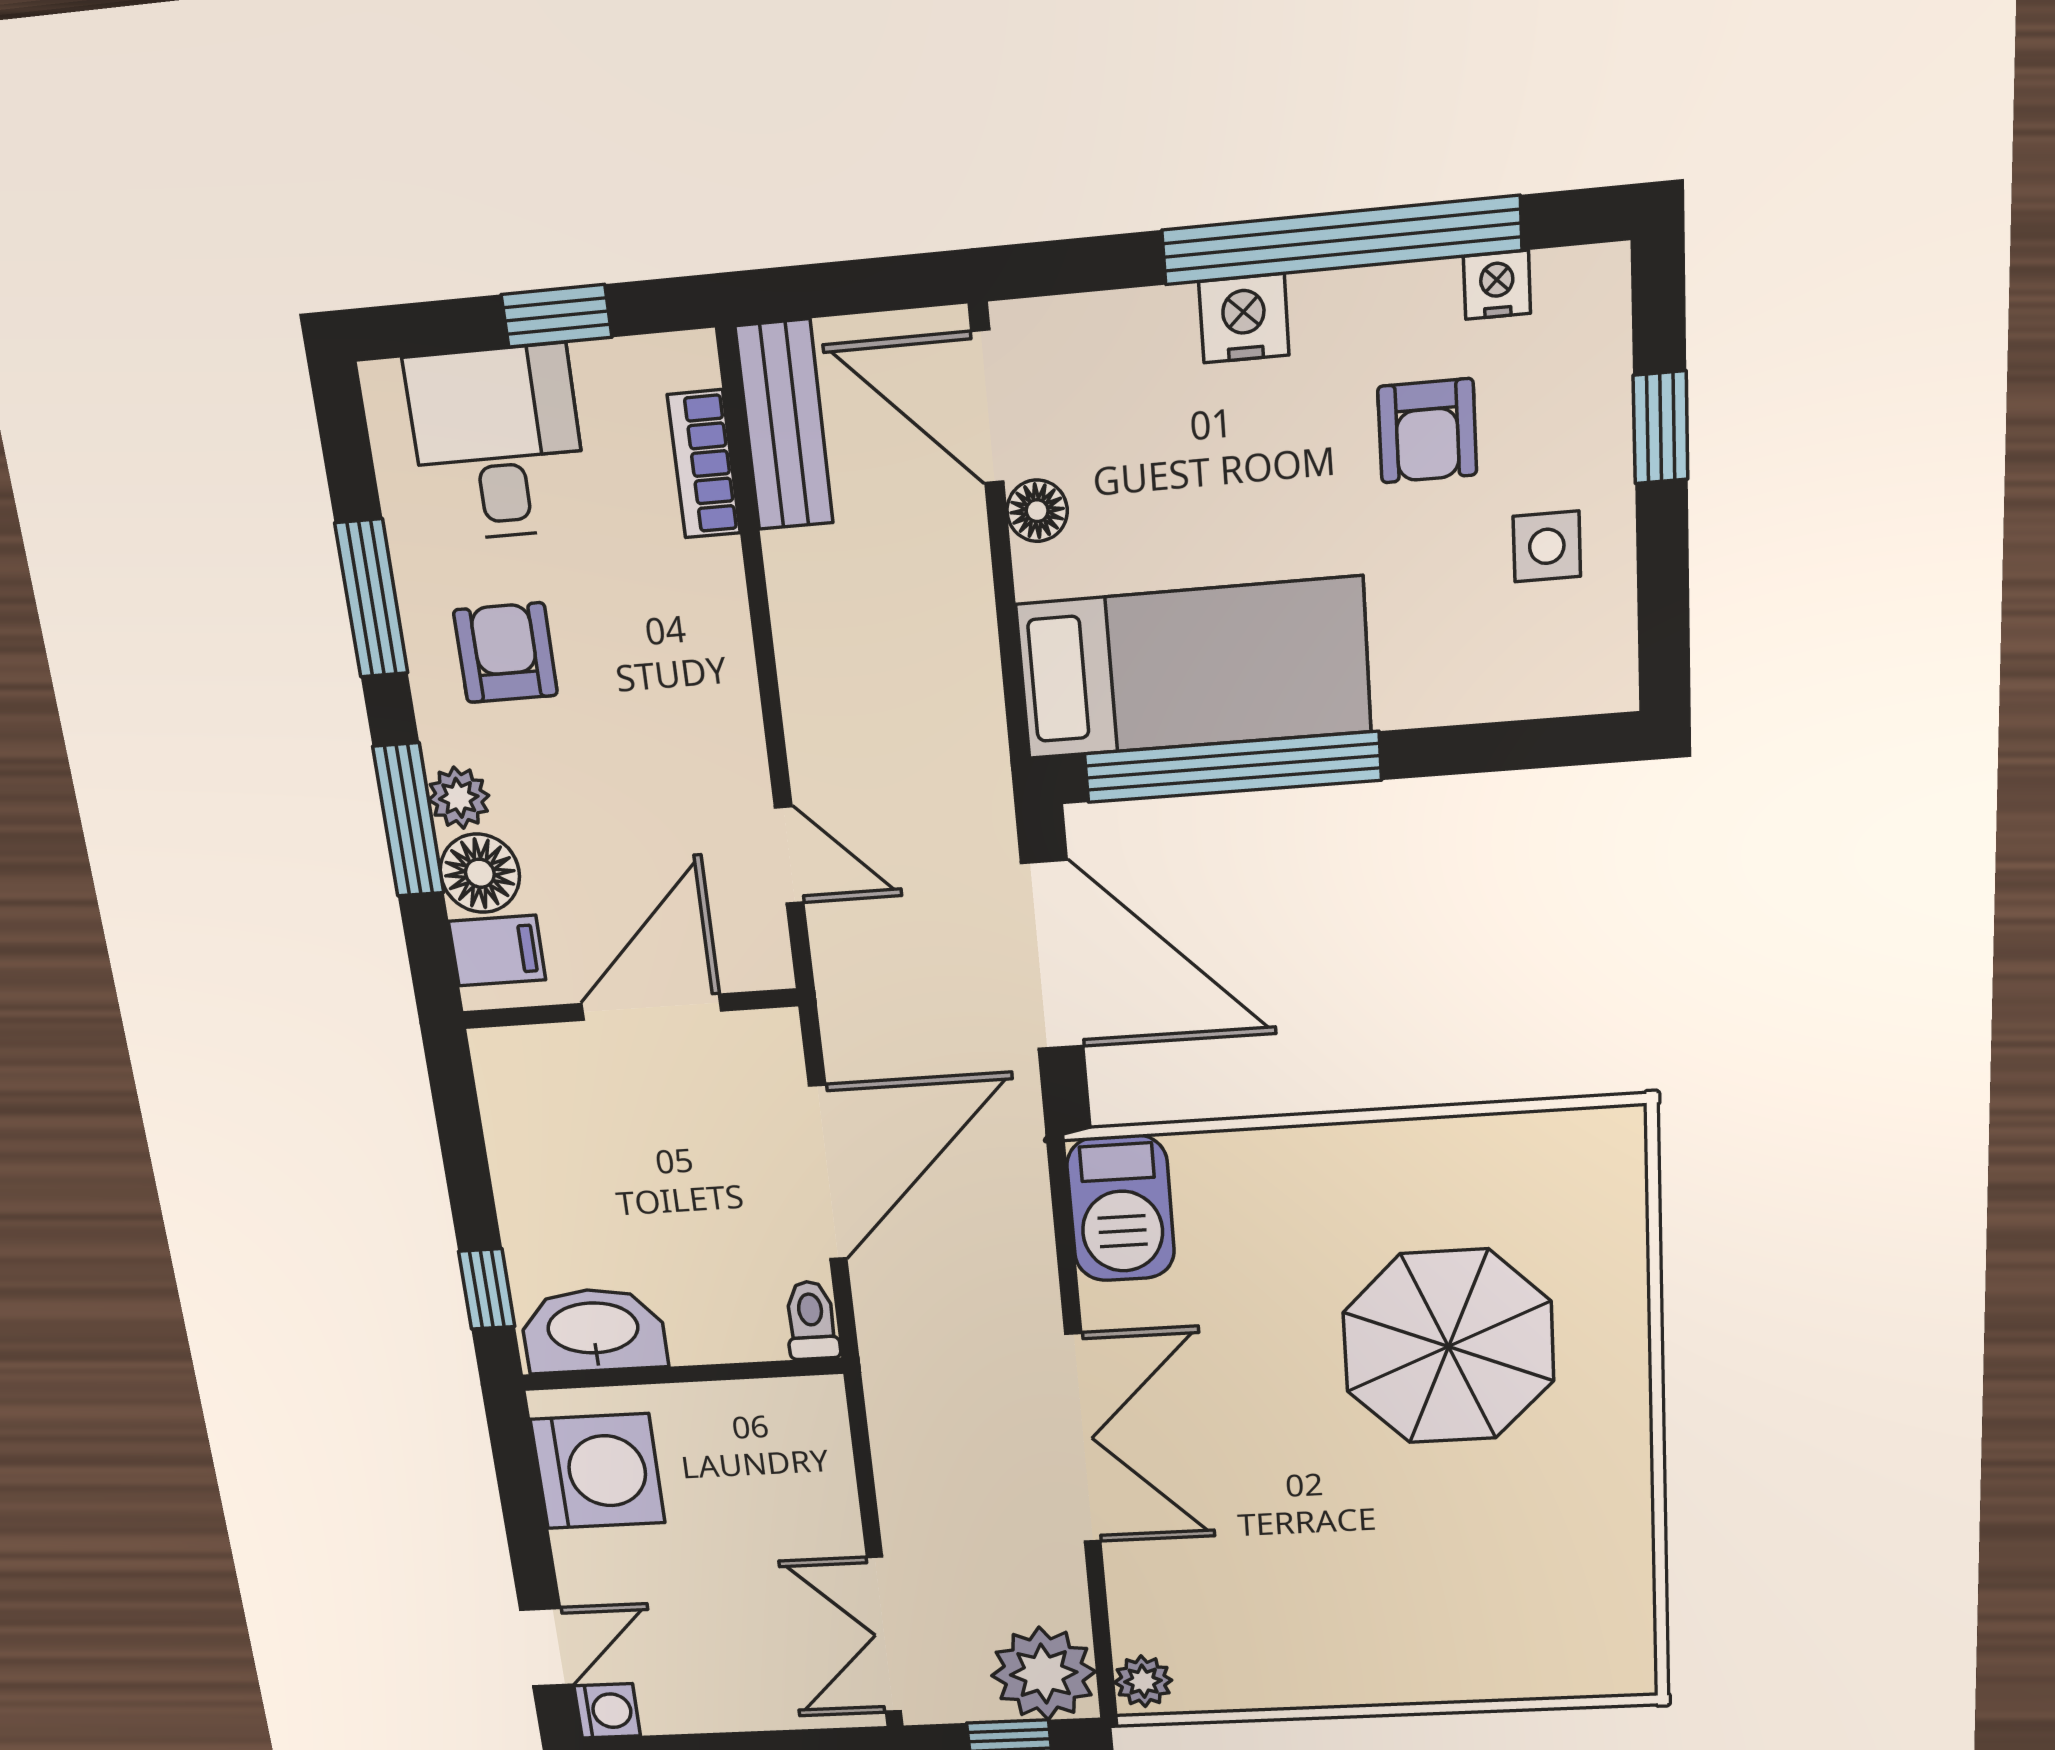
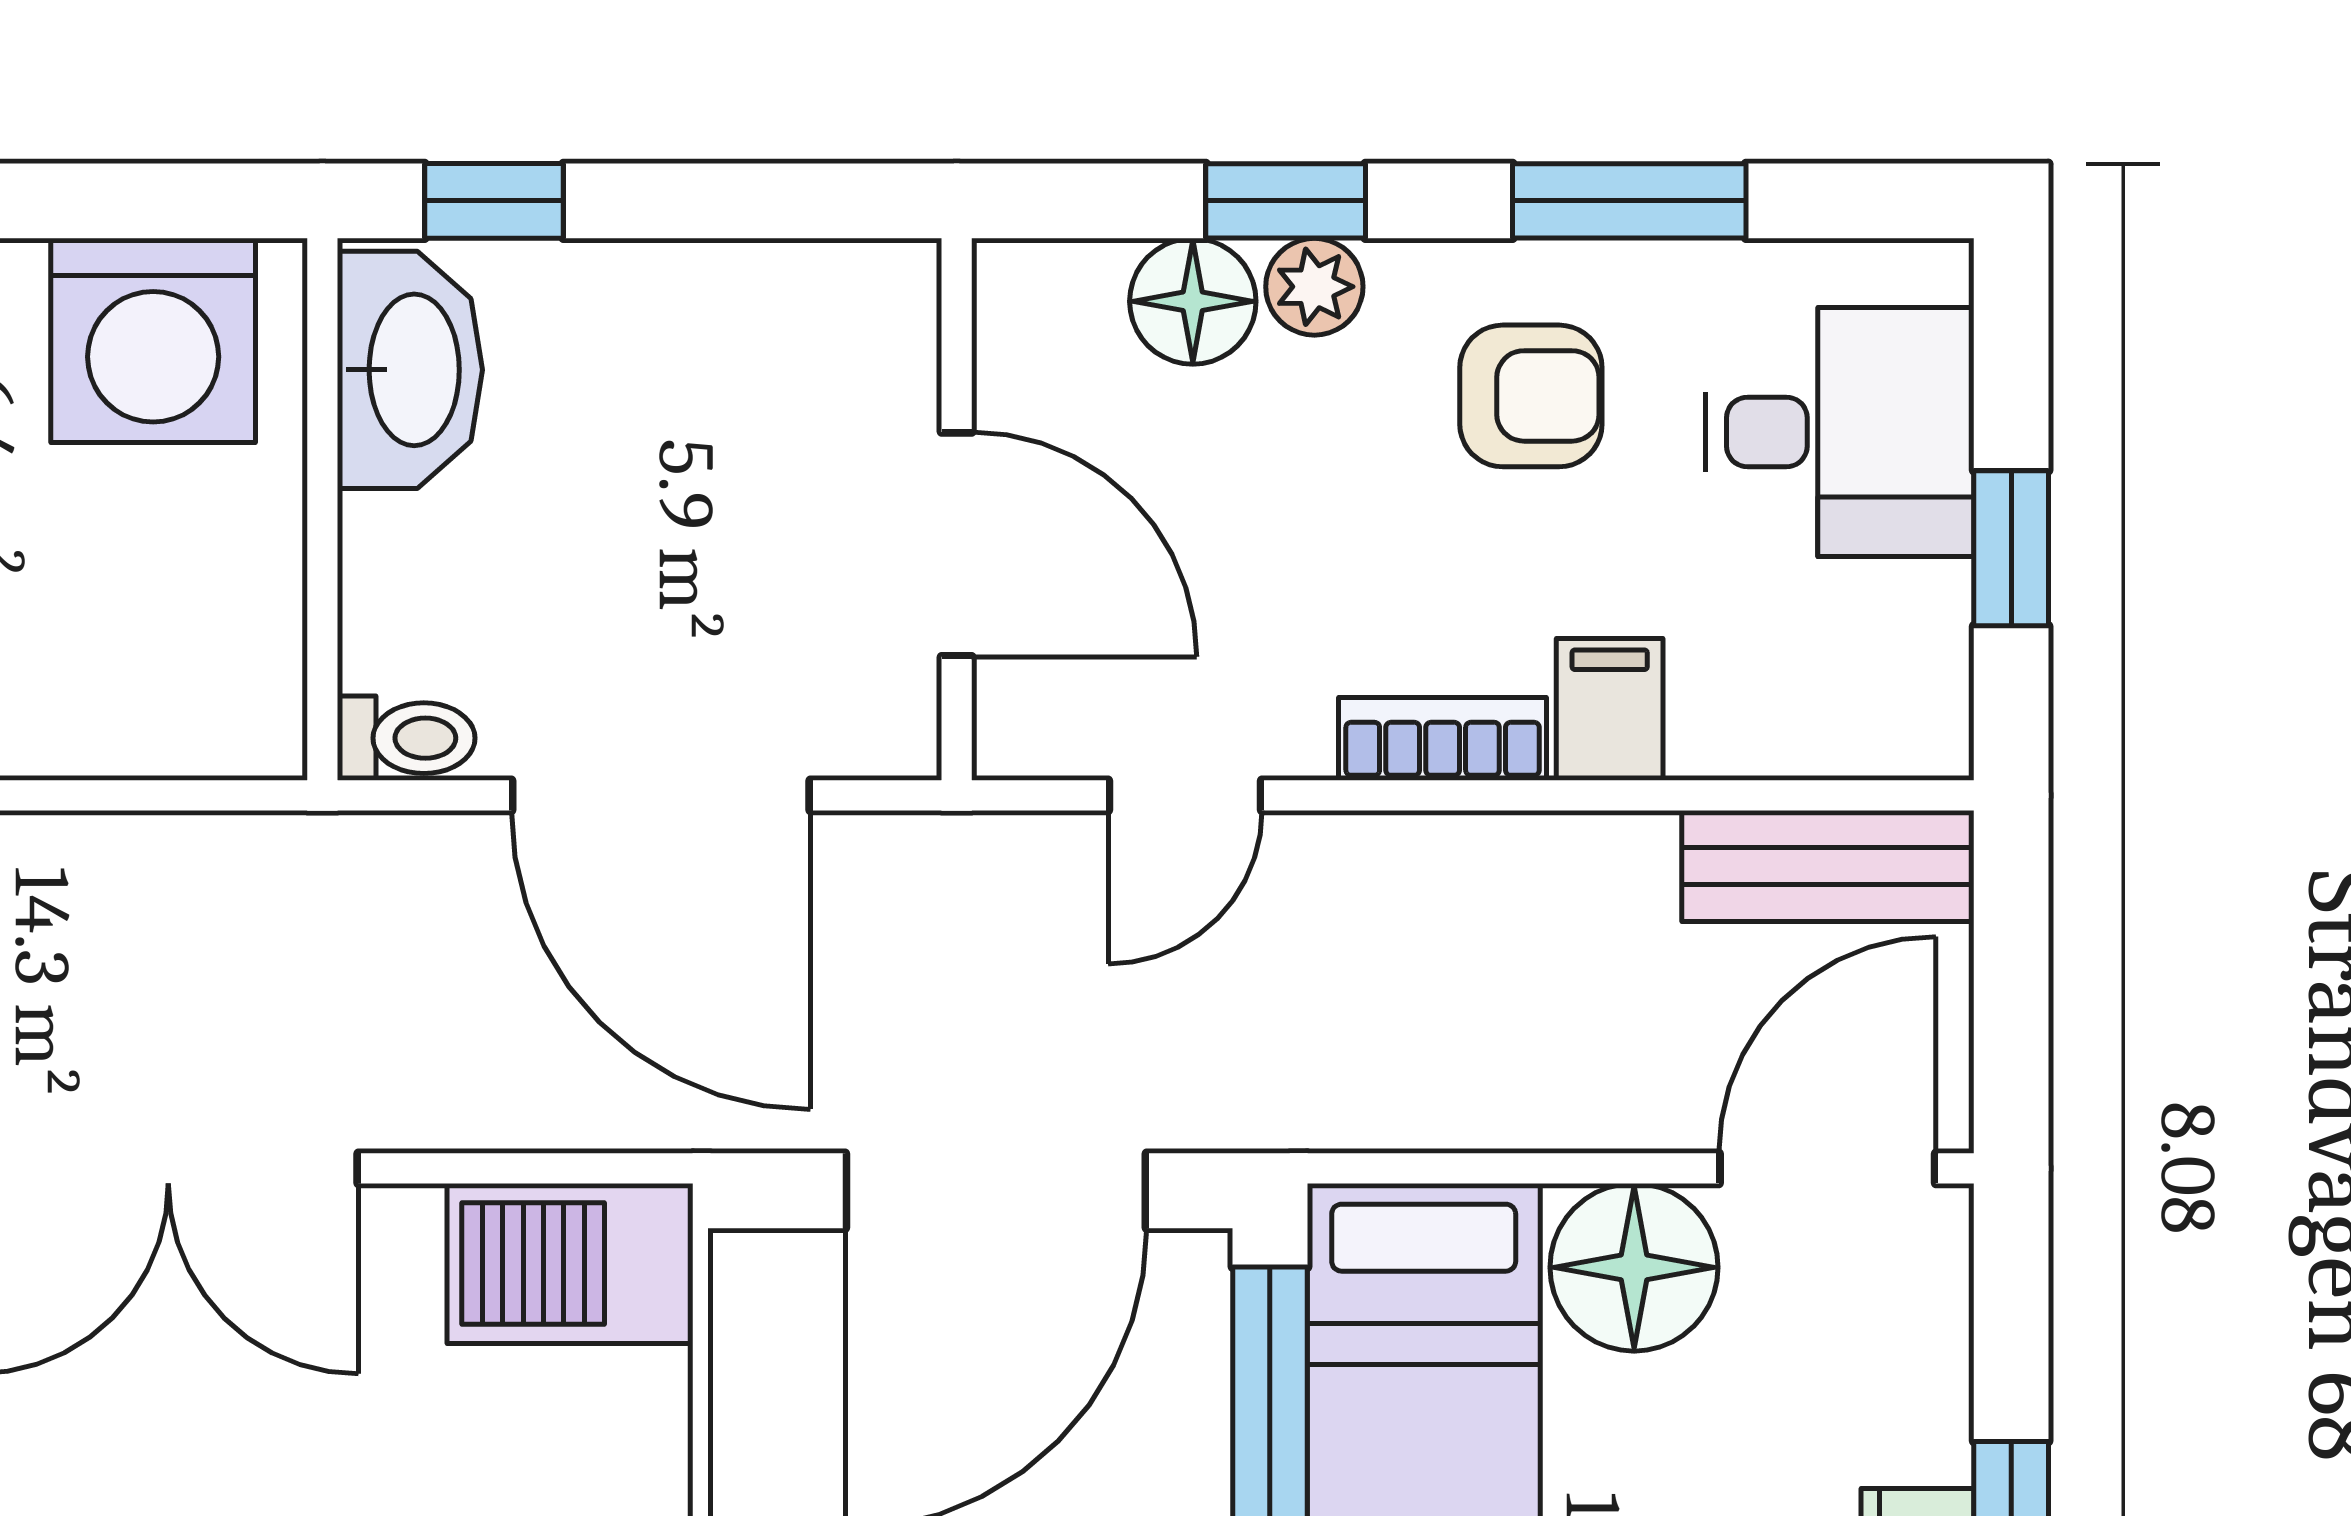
bookcase: (704, 464) -> (1443, 739), moved
floor lamp: (1037, 511) -> (1634, 1267), width x1.89, depth x1.89
window: (408, 820) -> (1286, 201), width x0.67
filing cabinet: (497, 951) -> (1610, 709), moved, turned 180

